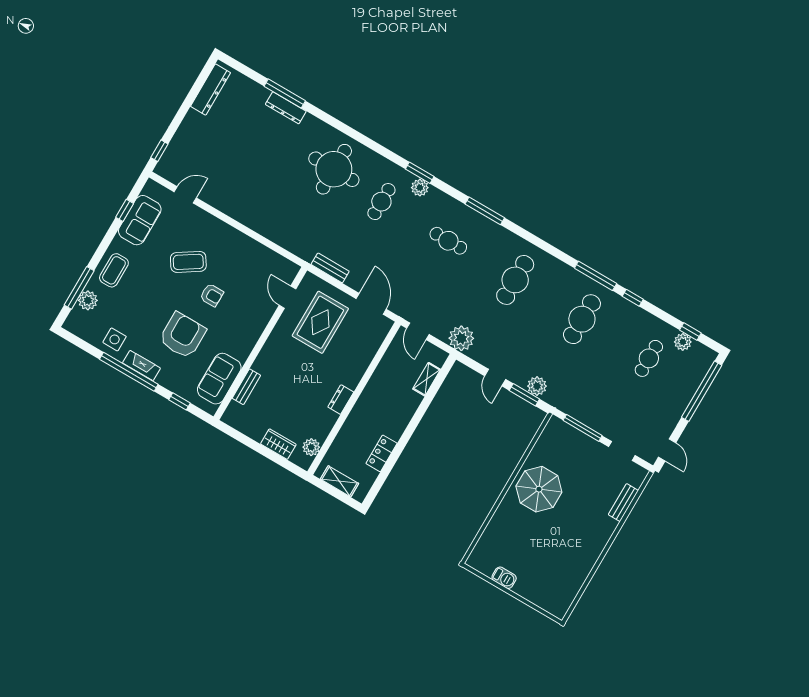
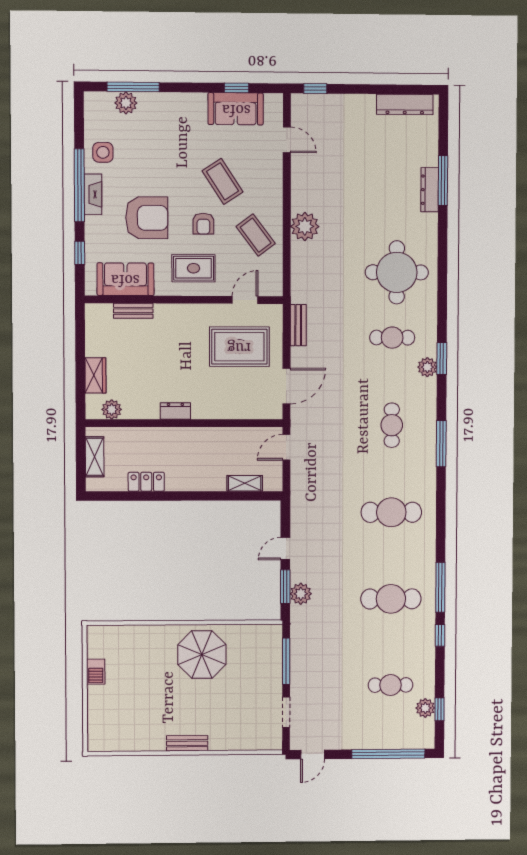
coffee table: (114, 270) -> (256, 235), moved, turned 53
rug: (241, 322) -> (194, 268), added
plant: (461, 338) -> (305, 226), moved
bench: (623, 503) -> (187, 743), moved

